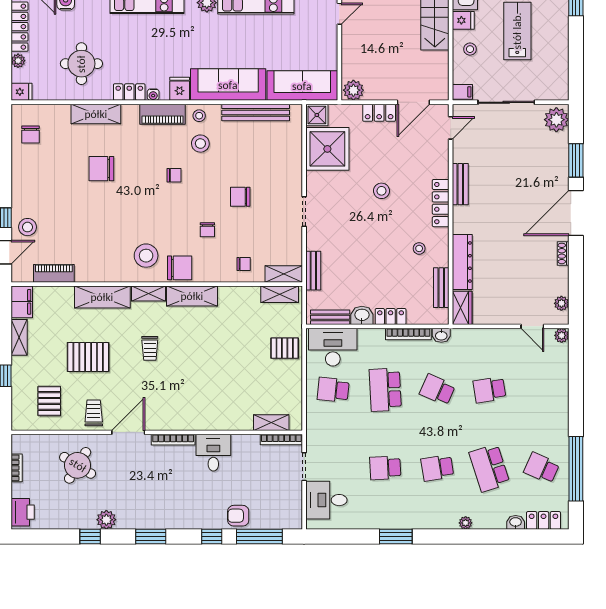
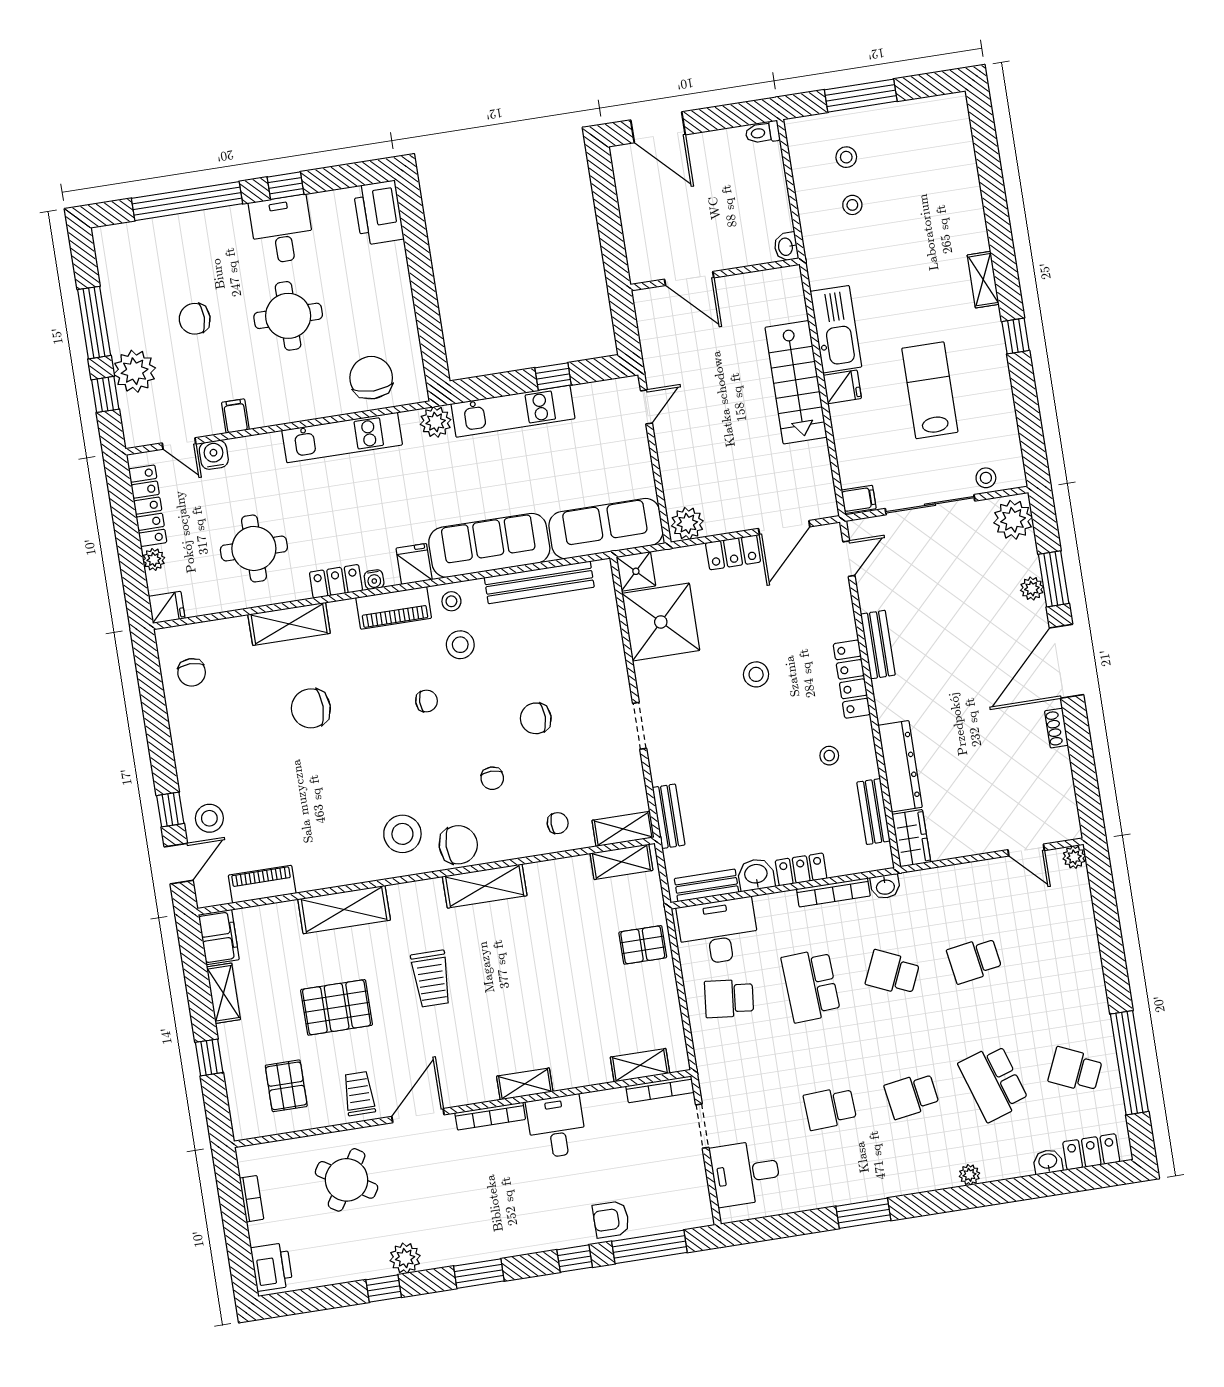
stool: (470, 49) -> (986, 478), moved
shelving: (148, 293) -> (525, 1084), moved
plant: (561, 303) -> (1032, 588), moved
trolley: (150, 348) -> (431, 979), width x1.36, depth x1.39

